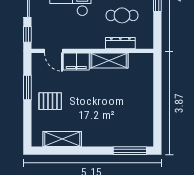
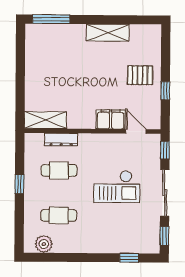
shelving: (109, 60) -> (46, 120), moved
window: (27, 88) -> (165, 91), width x0.67
shelving: (62, 139) -> (108, 33), moved

